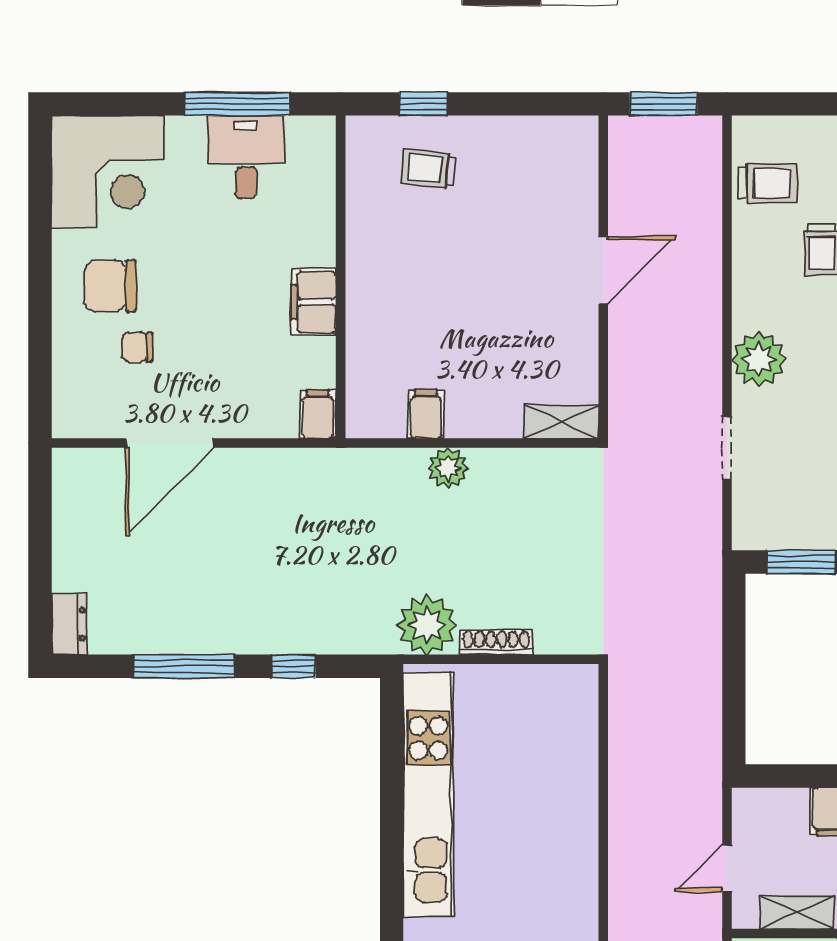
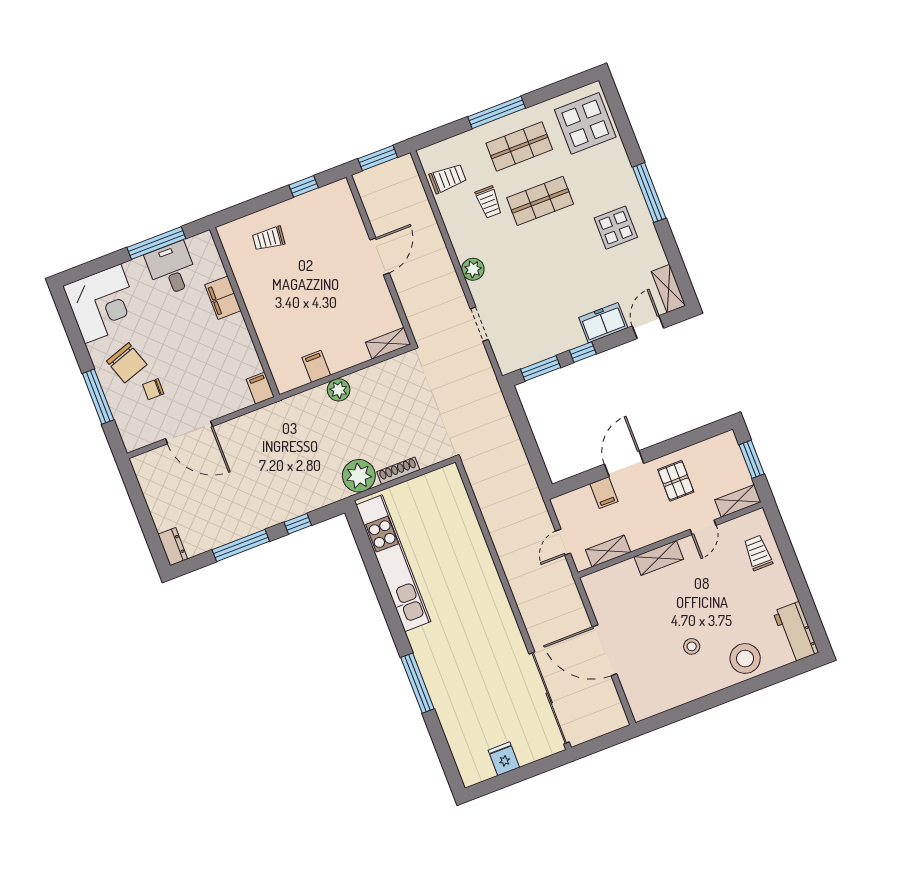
window: (423, 104) -> (304, 186), moved
chair: (110, 286) -> (127, 363), turned -109
filing cabinet: (314, 302) -> (223, 298), moved
window: (40, 324) -> (98, 397), added
plant: (759, 359) -> (473, 269), width x0.73, depth x0.73
door: (170, 443) -> (189, 432), hinge flipped

